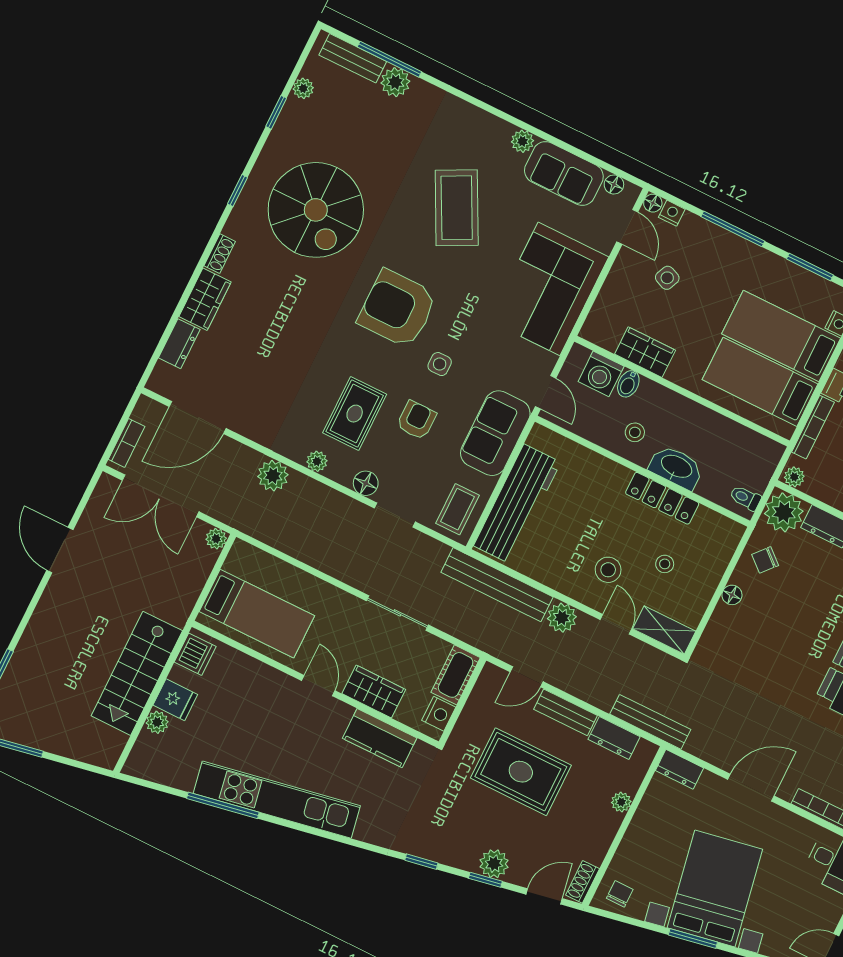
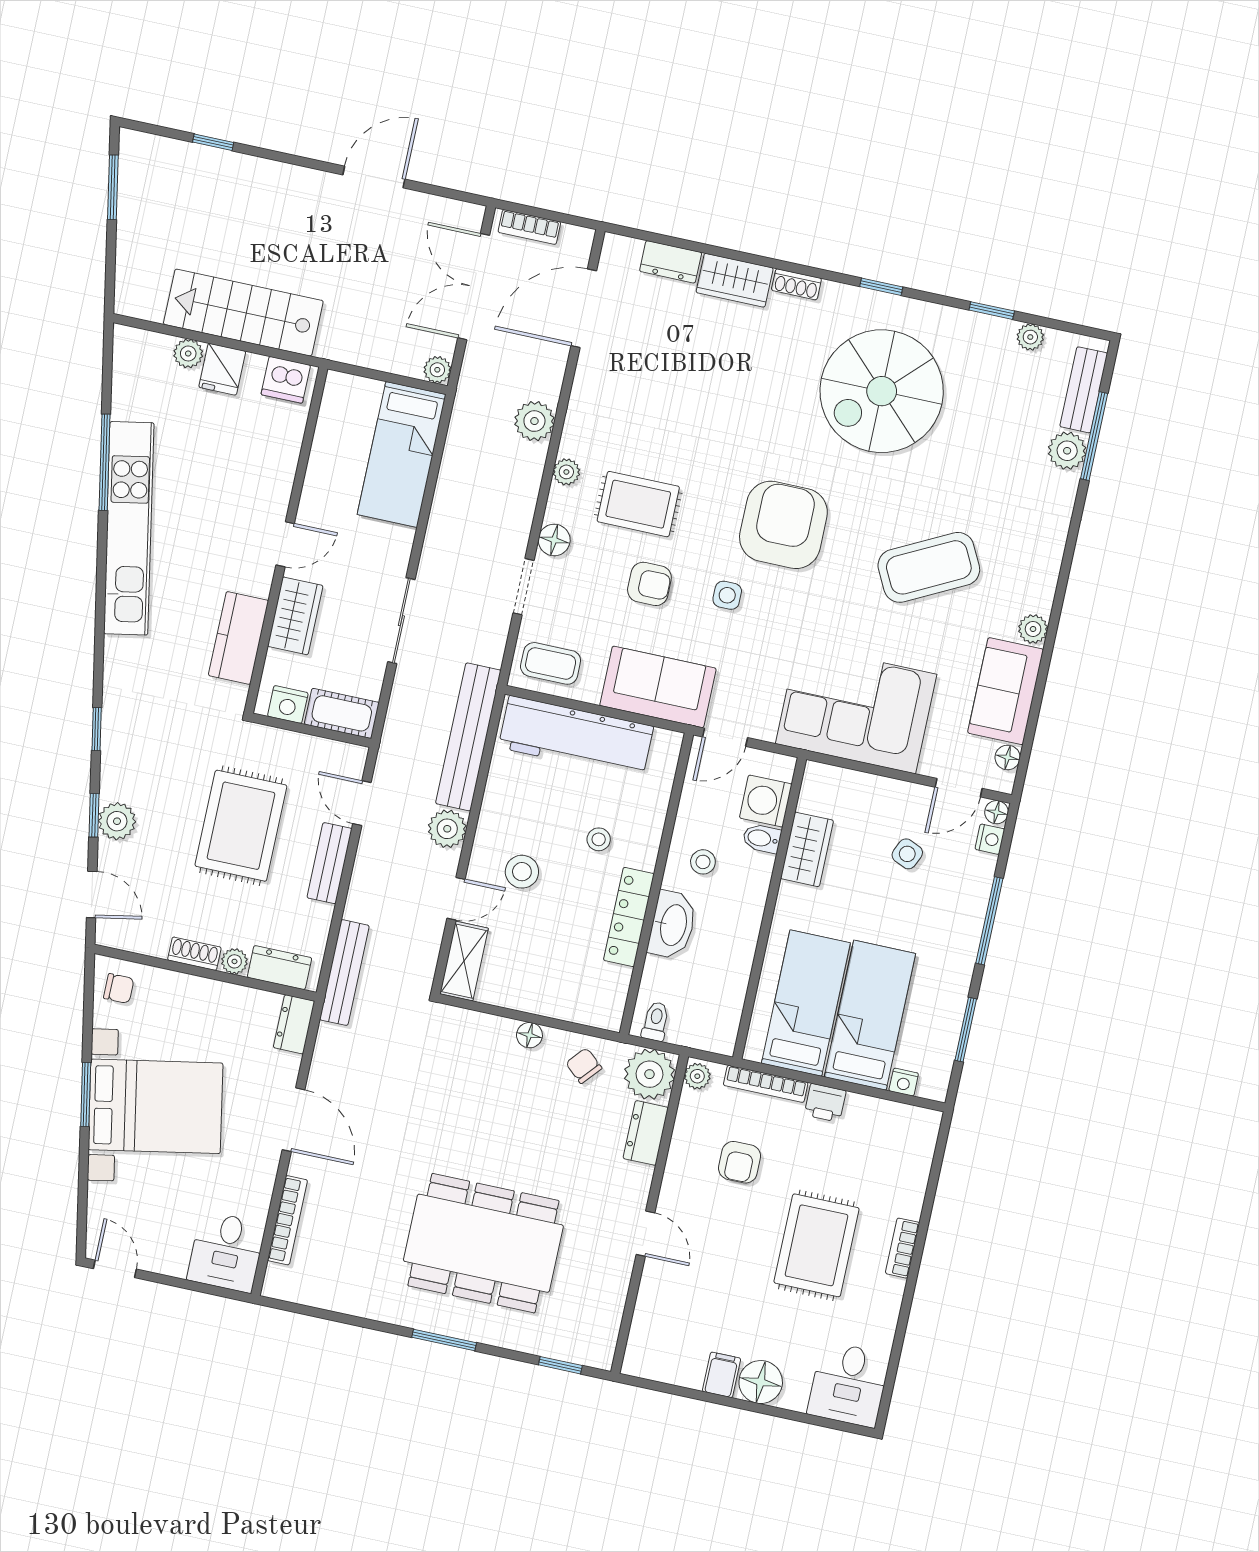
door: (198, 417) -> (584, 308), hinge flipped
stool: (665, 564) -> (599, 839), moved
bed: (257, 614) -> (402, 454), moved
dresser: (614, 738) -> (280, 968), moved, turned 90
shoe rack: (583, 882) -> (194, 954), moved

